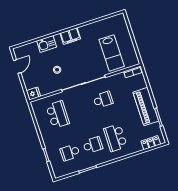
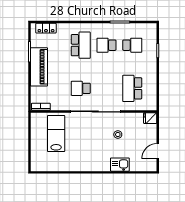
filing cabinet: (70, 36) -> (93, 165), removed

